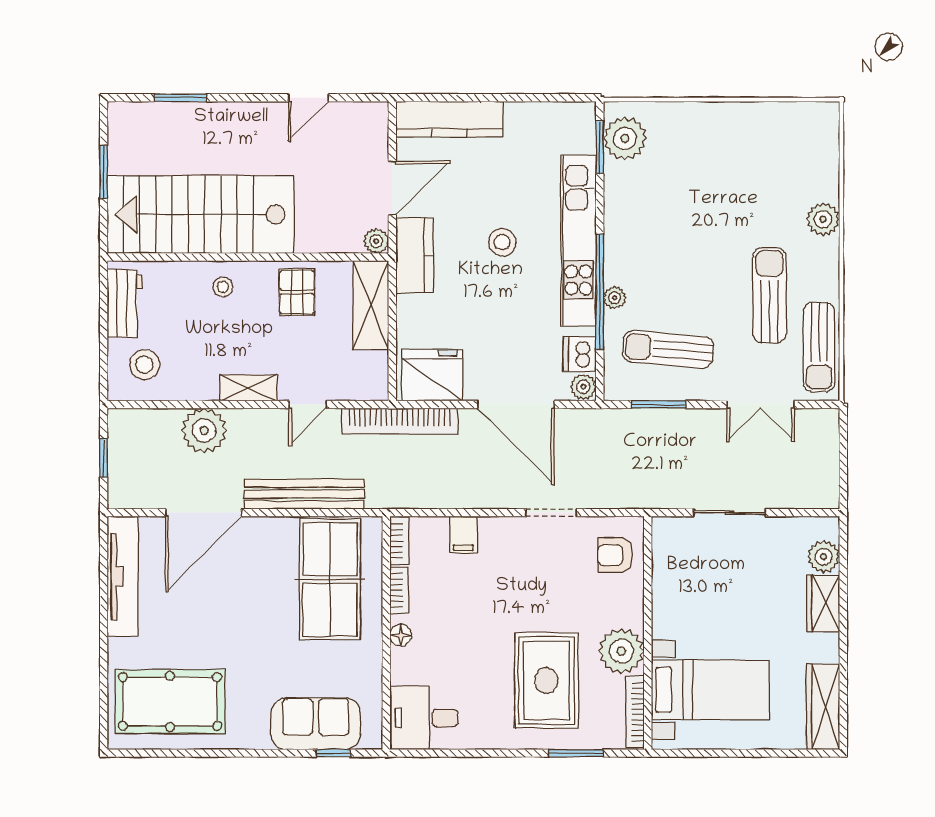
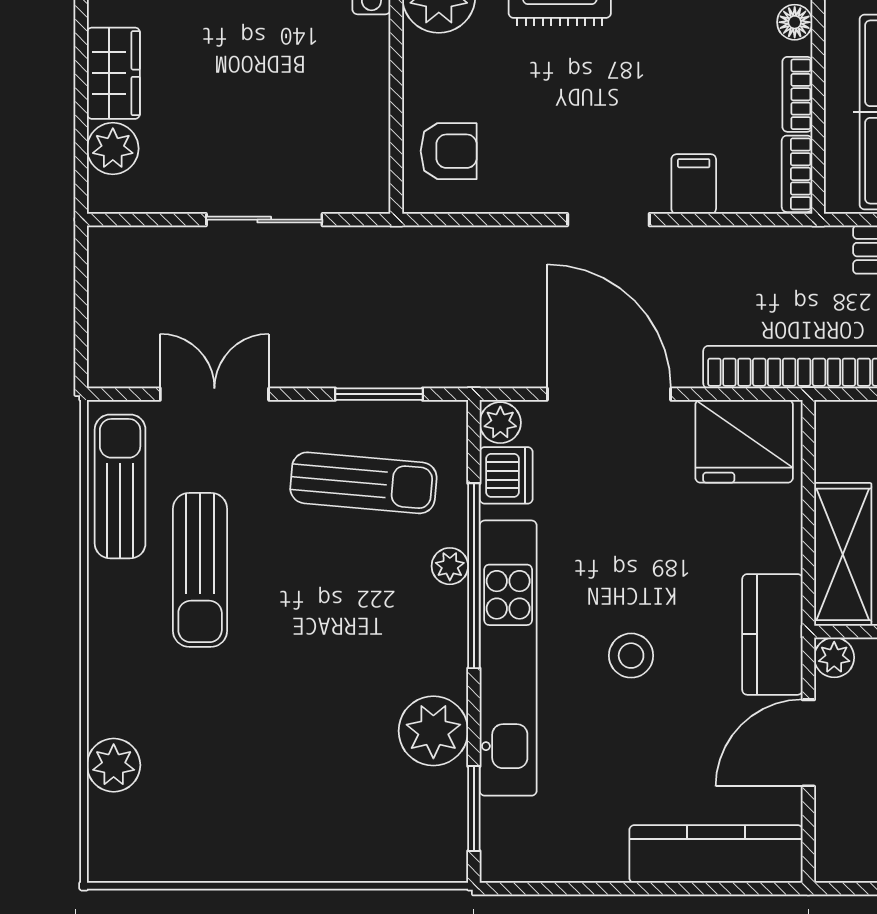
plant: (625, 138) -> (433, 731), moved
plant: (823, 219) -> (114, 765), moved
doorway: (551, 513) -> (608, 220), moved

